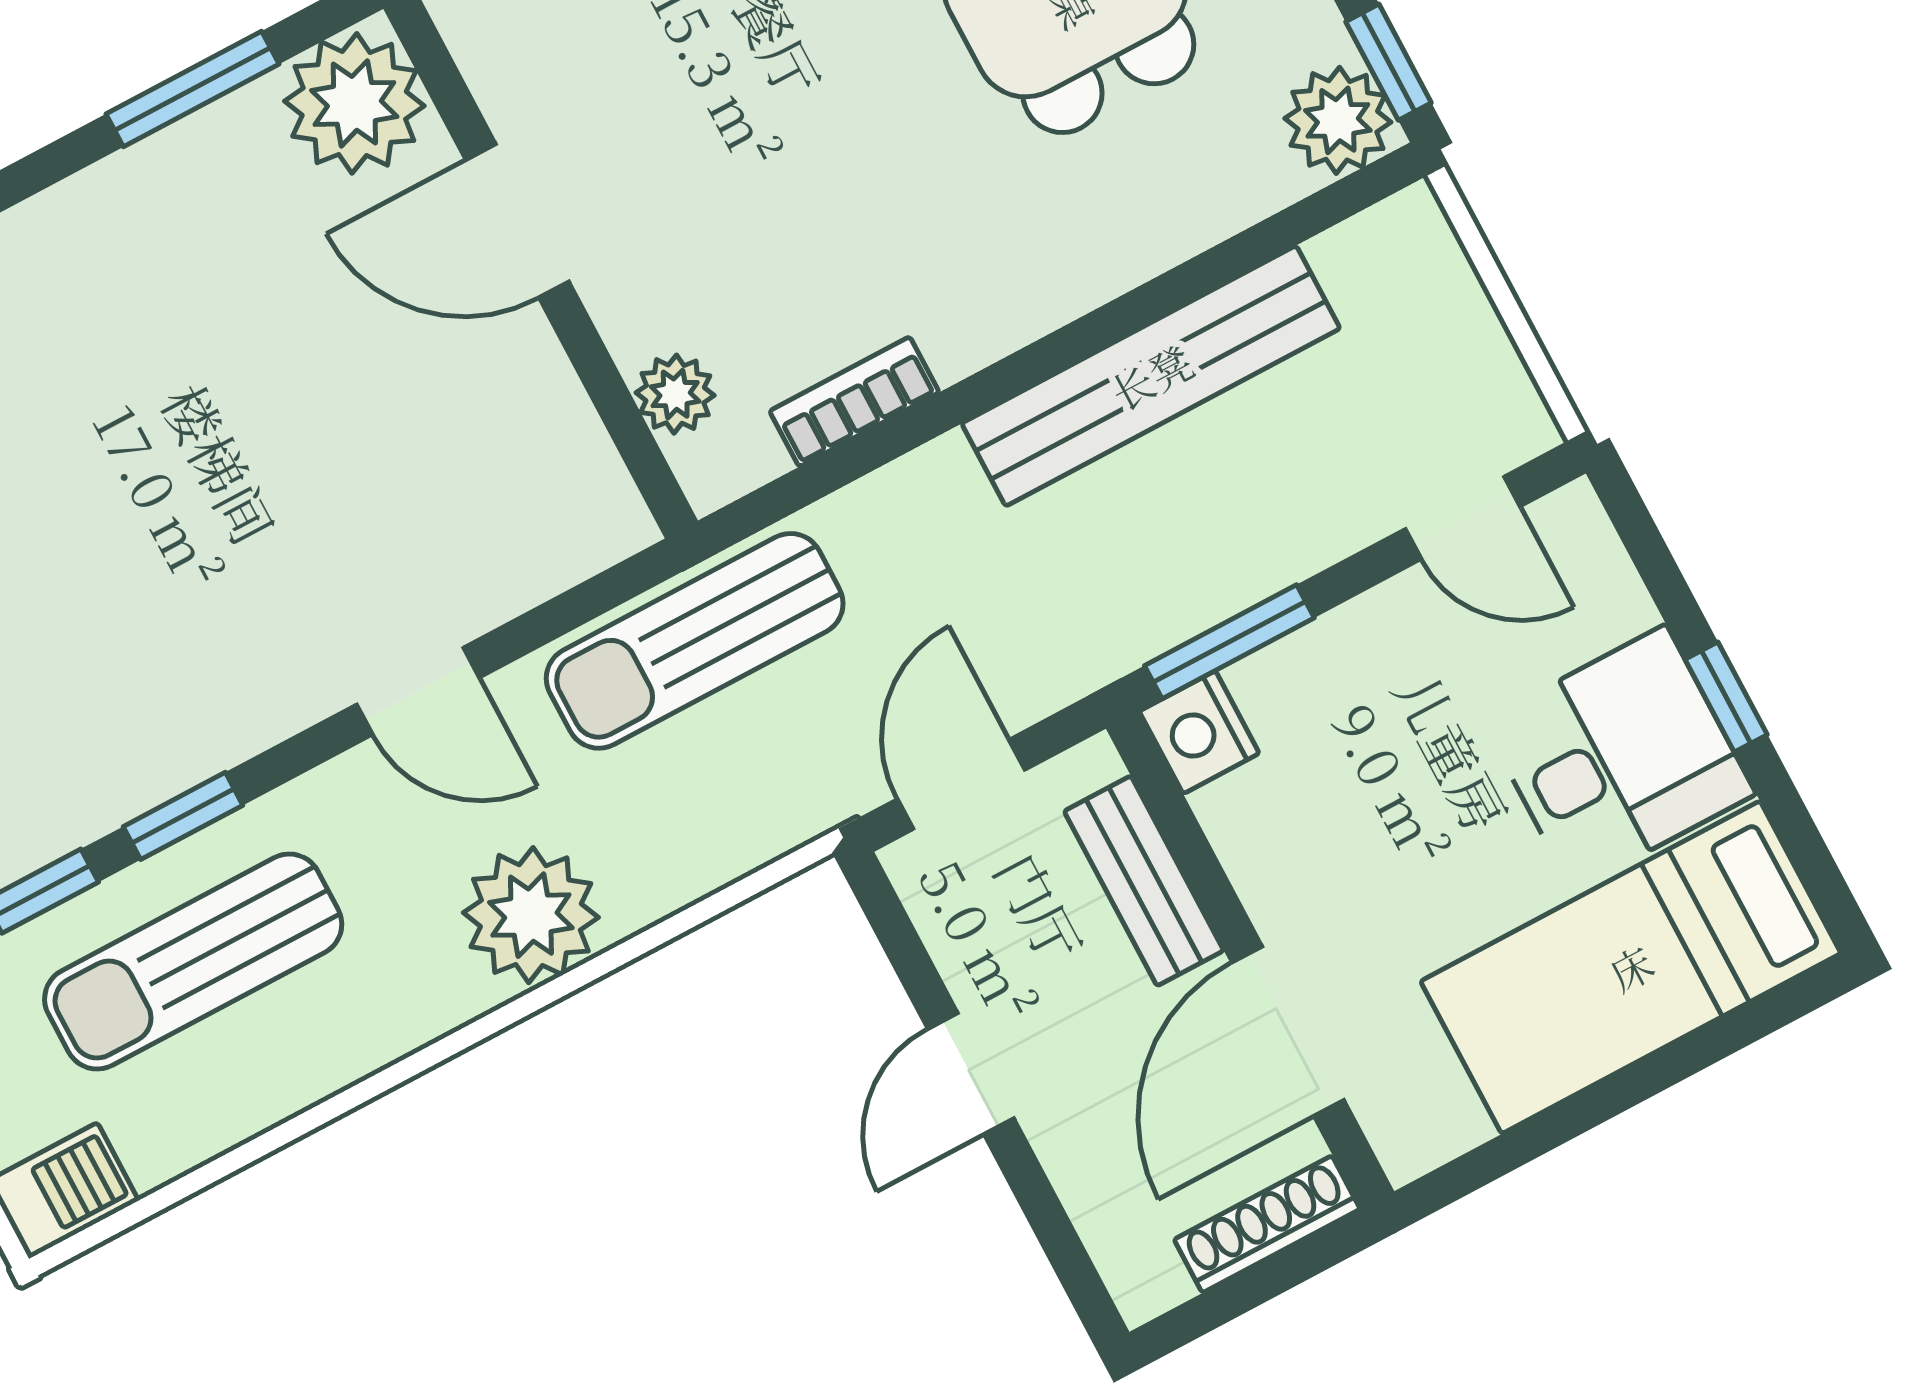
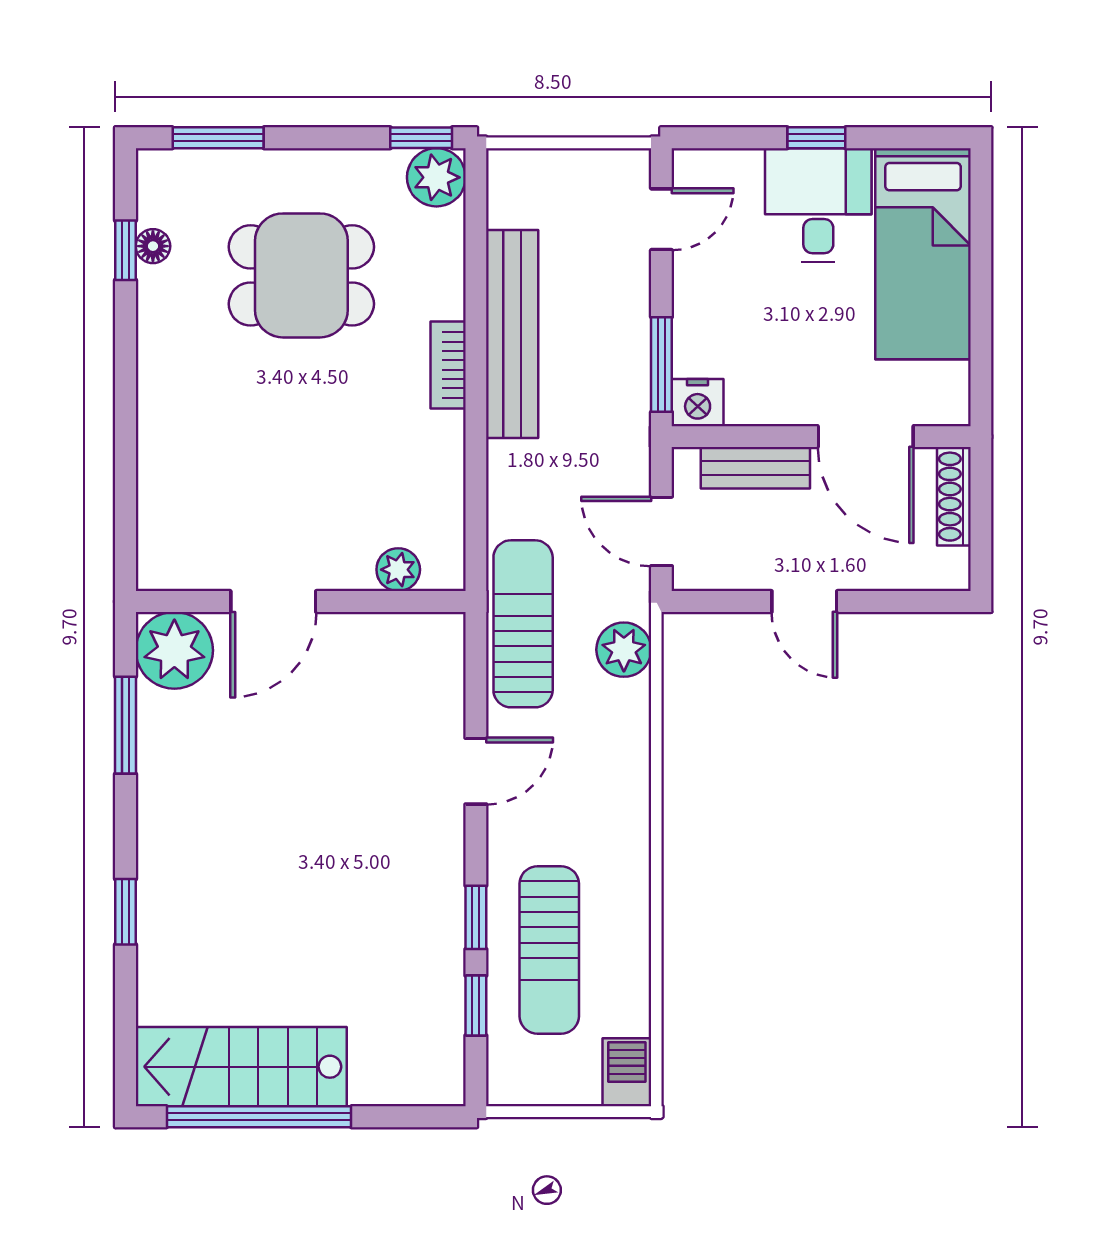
bookcase: (854, 402) -> (448, 365), moved
sun lounger: (695, 641) -> (523, 624), turned 180
plant: (531, 915) -> (624, 650), moved, width x0.73, depth x0.73

